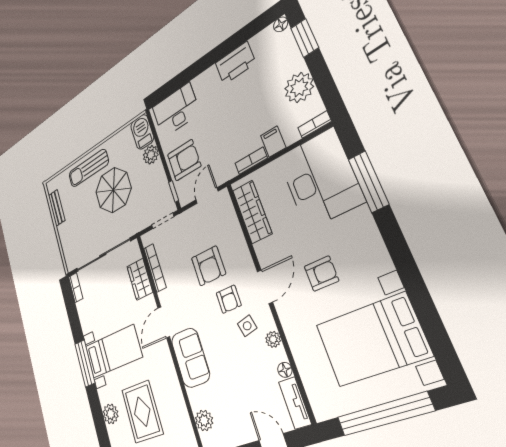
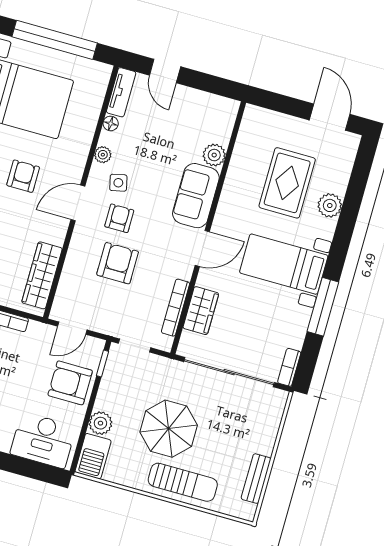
armchair: (321, 274) -> (23, 176), turned 90
window: (85, 363) -> (323, 307), moved
plant: (204, 421) -> (214, 155), moved

